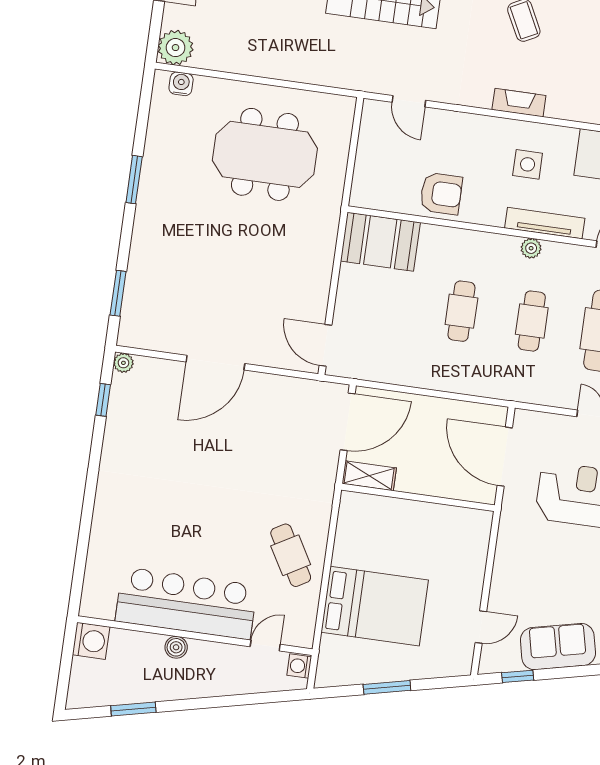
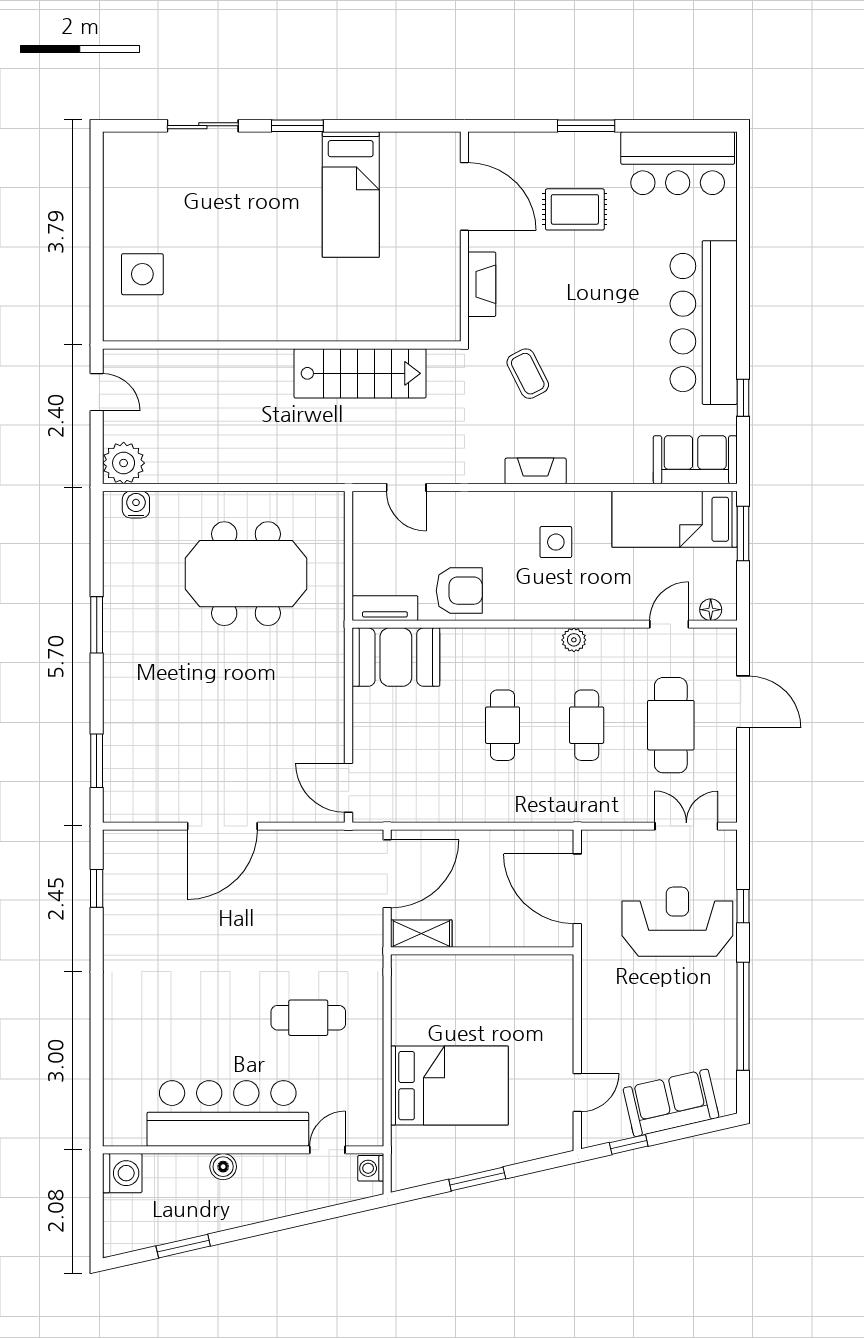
tv unit: (545, 223) -> (385, 608), moved, width x0.71
plant: (123, 363) -> (114, 842), removed
cafe table: (291, 555) -> (308, 1018), moved, turned -60

